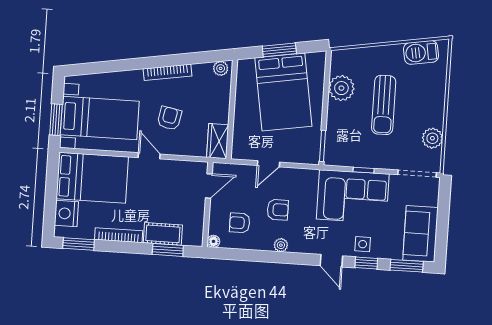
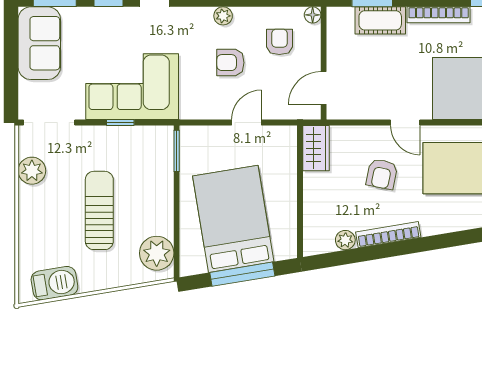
window: (279, 50) -> (242, 274), width x1.44
plant: (221, 68) -> (345, 240), moved
plant: (341, 88) -> (157, 253), moved
armchair: (240, 223) -> (279, 42), turned -90
side table: (363, 244) -> (115, 24), removed

